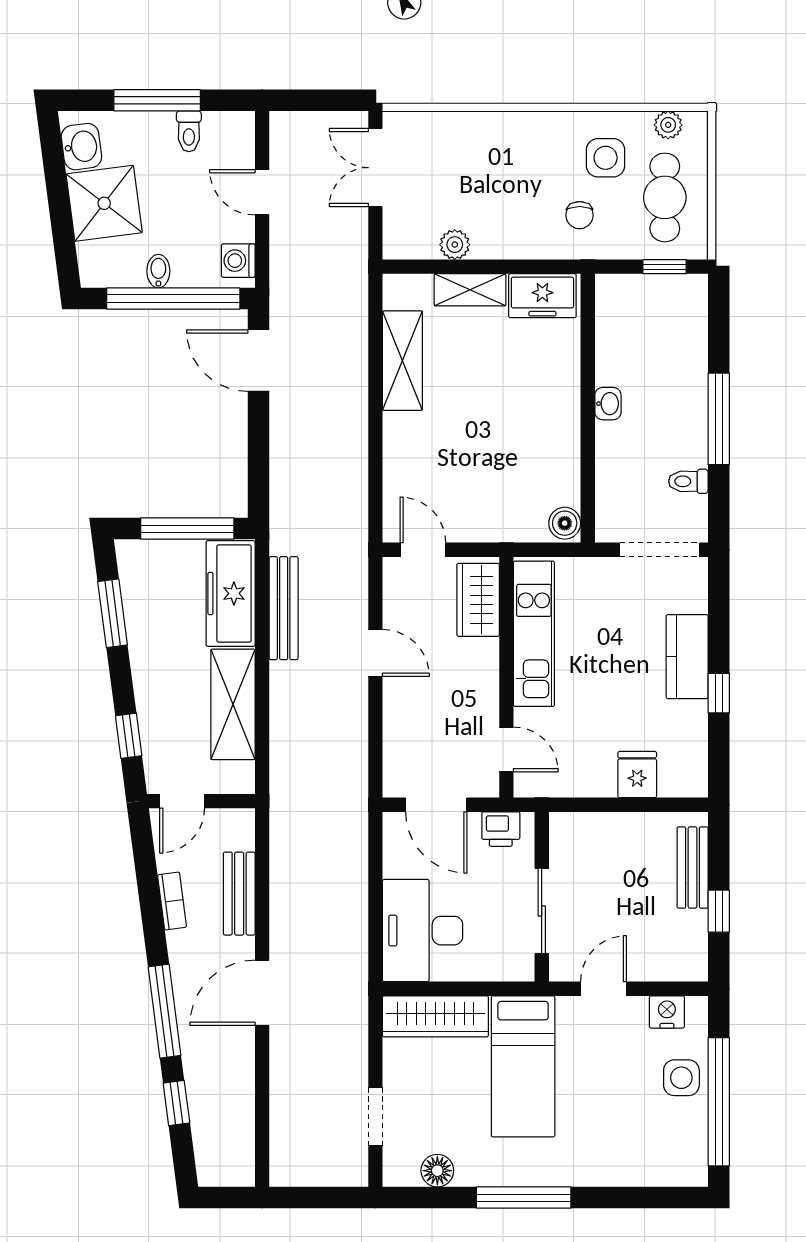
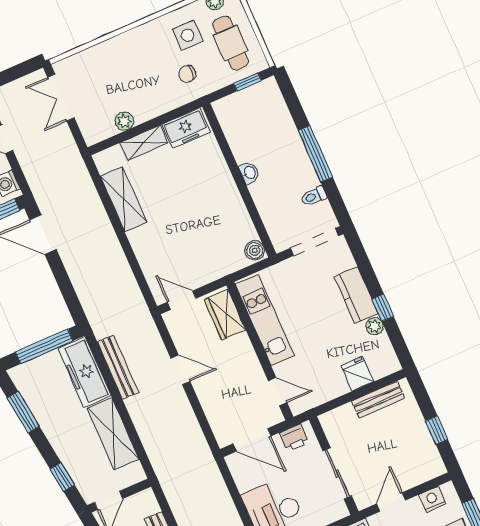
chair: (580, 215) -> (187, 74), turned 90
plant: (694, 715) -> (375, 326), added
bench: (693, 867) -> (378, 400), moved, turned 90

